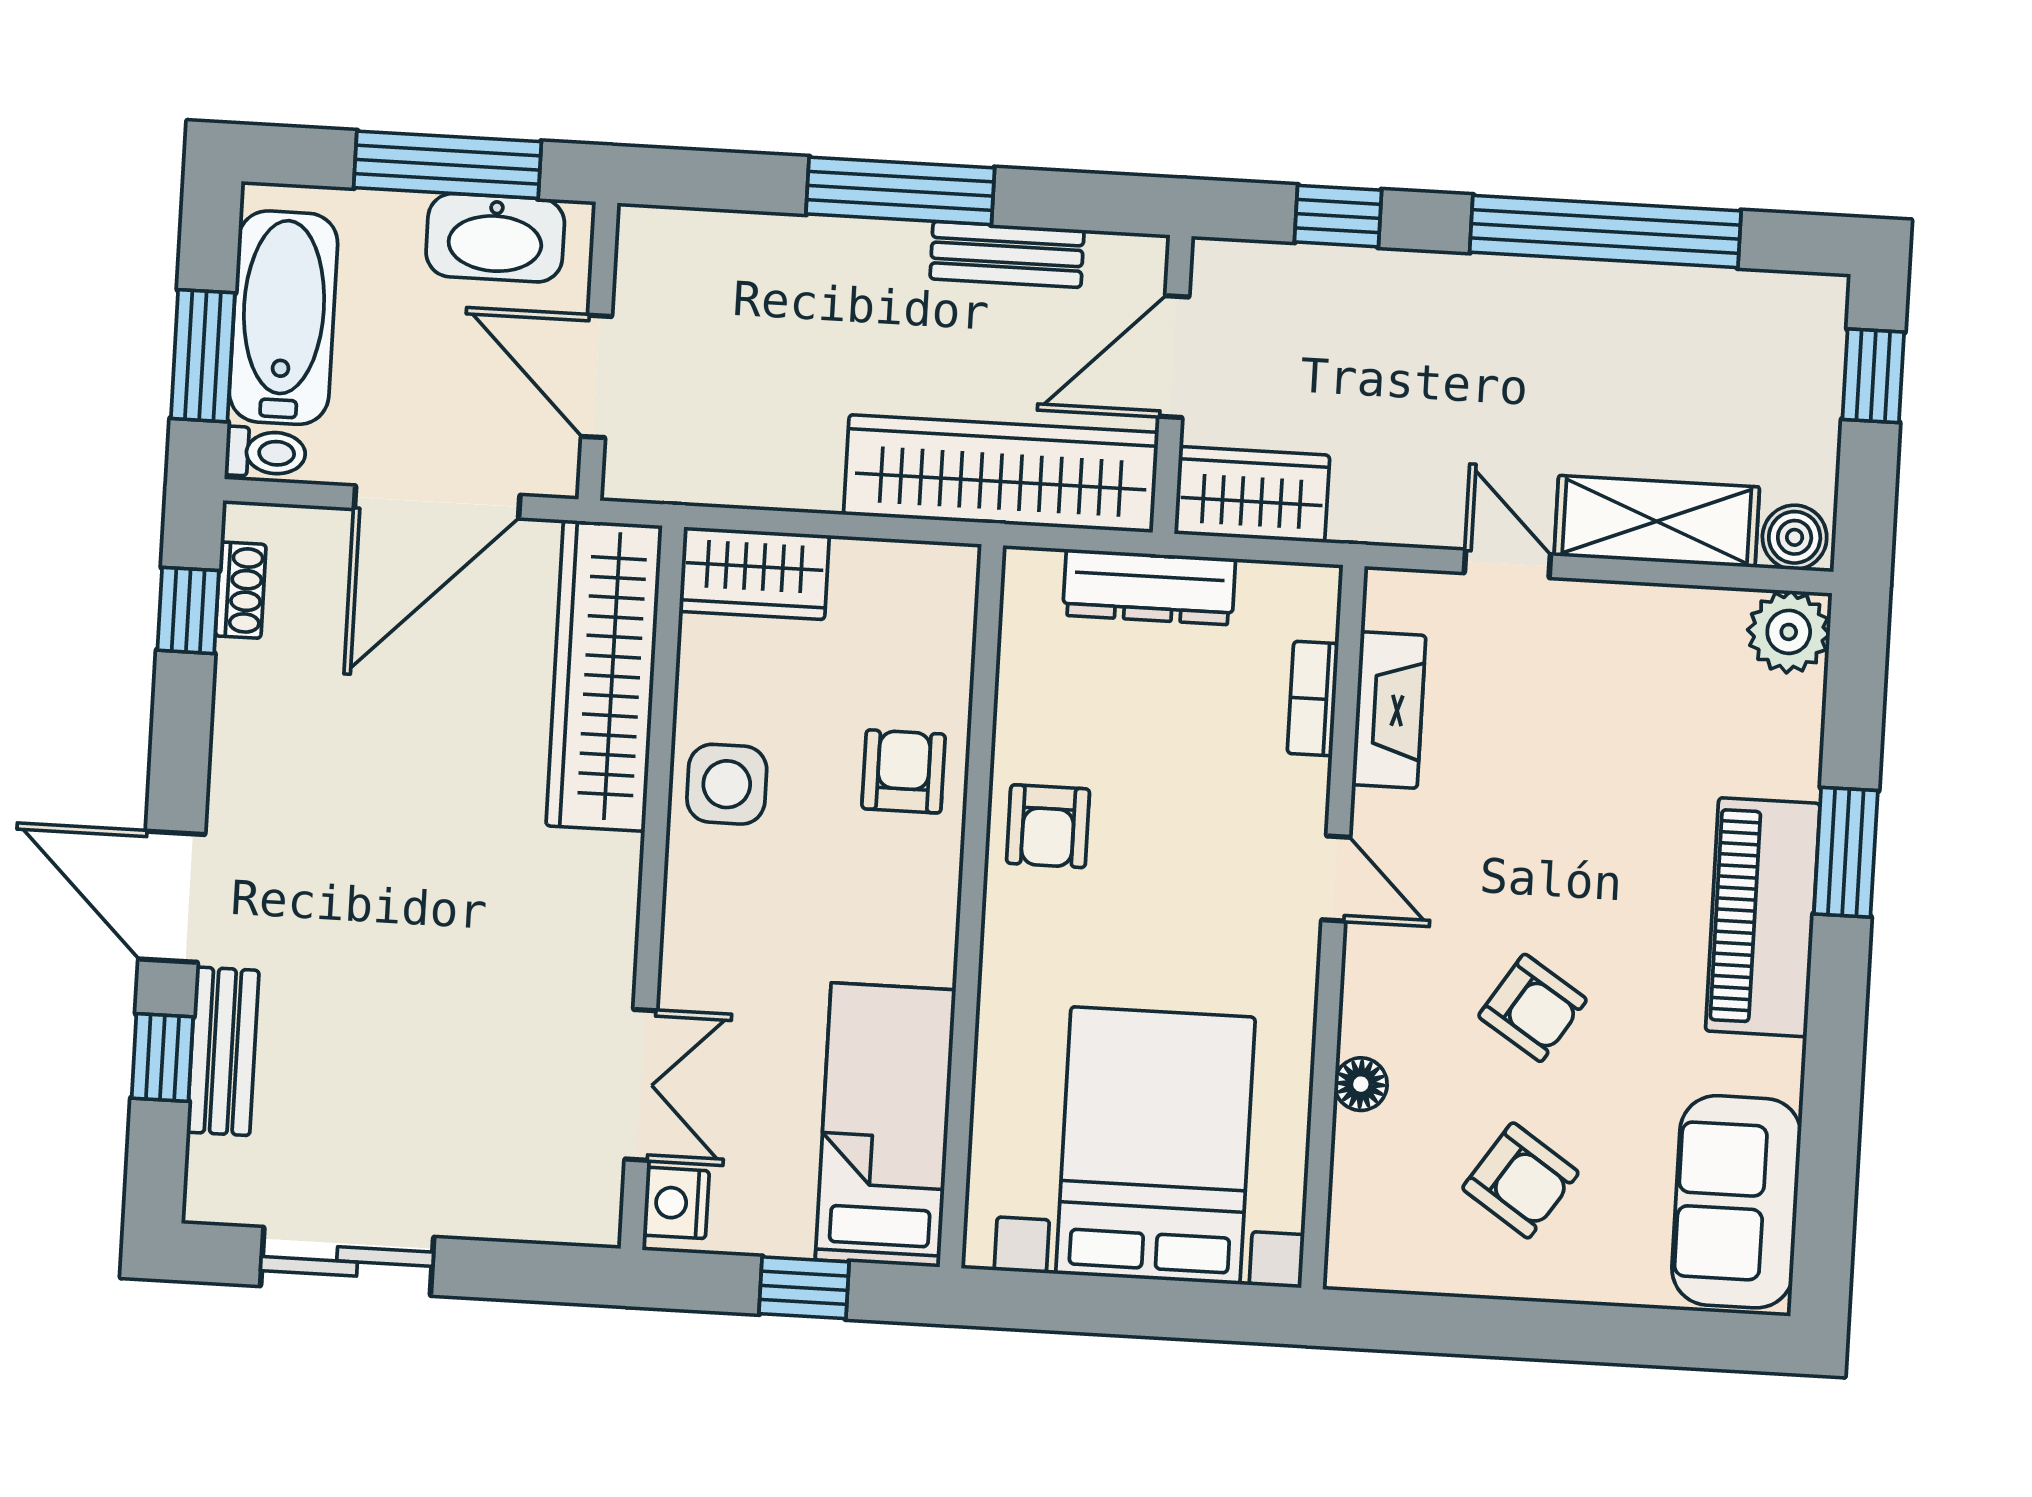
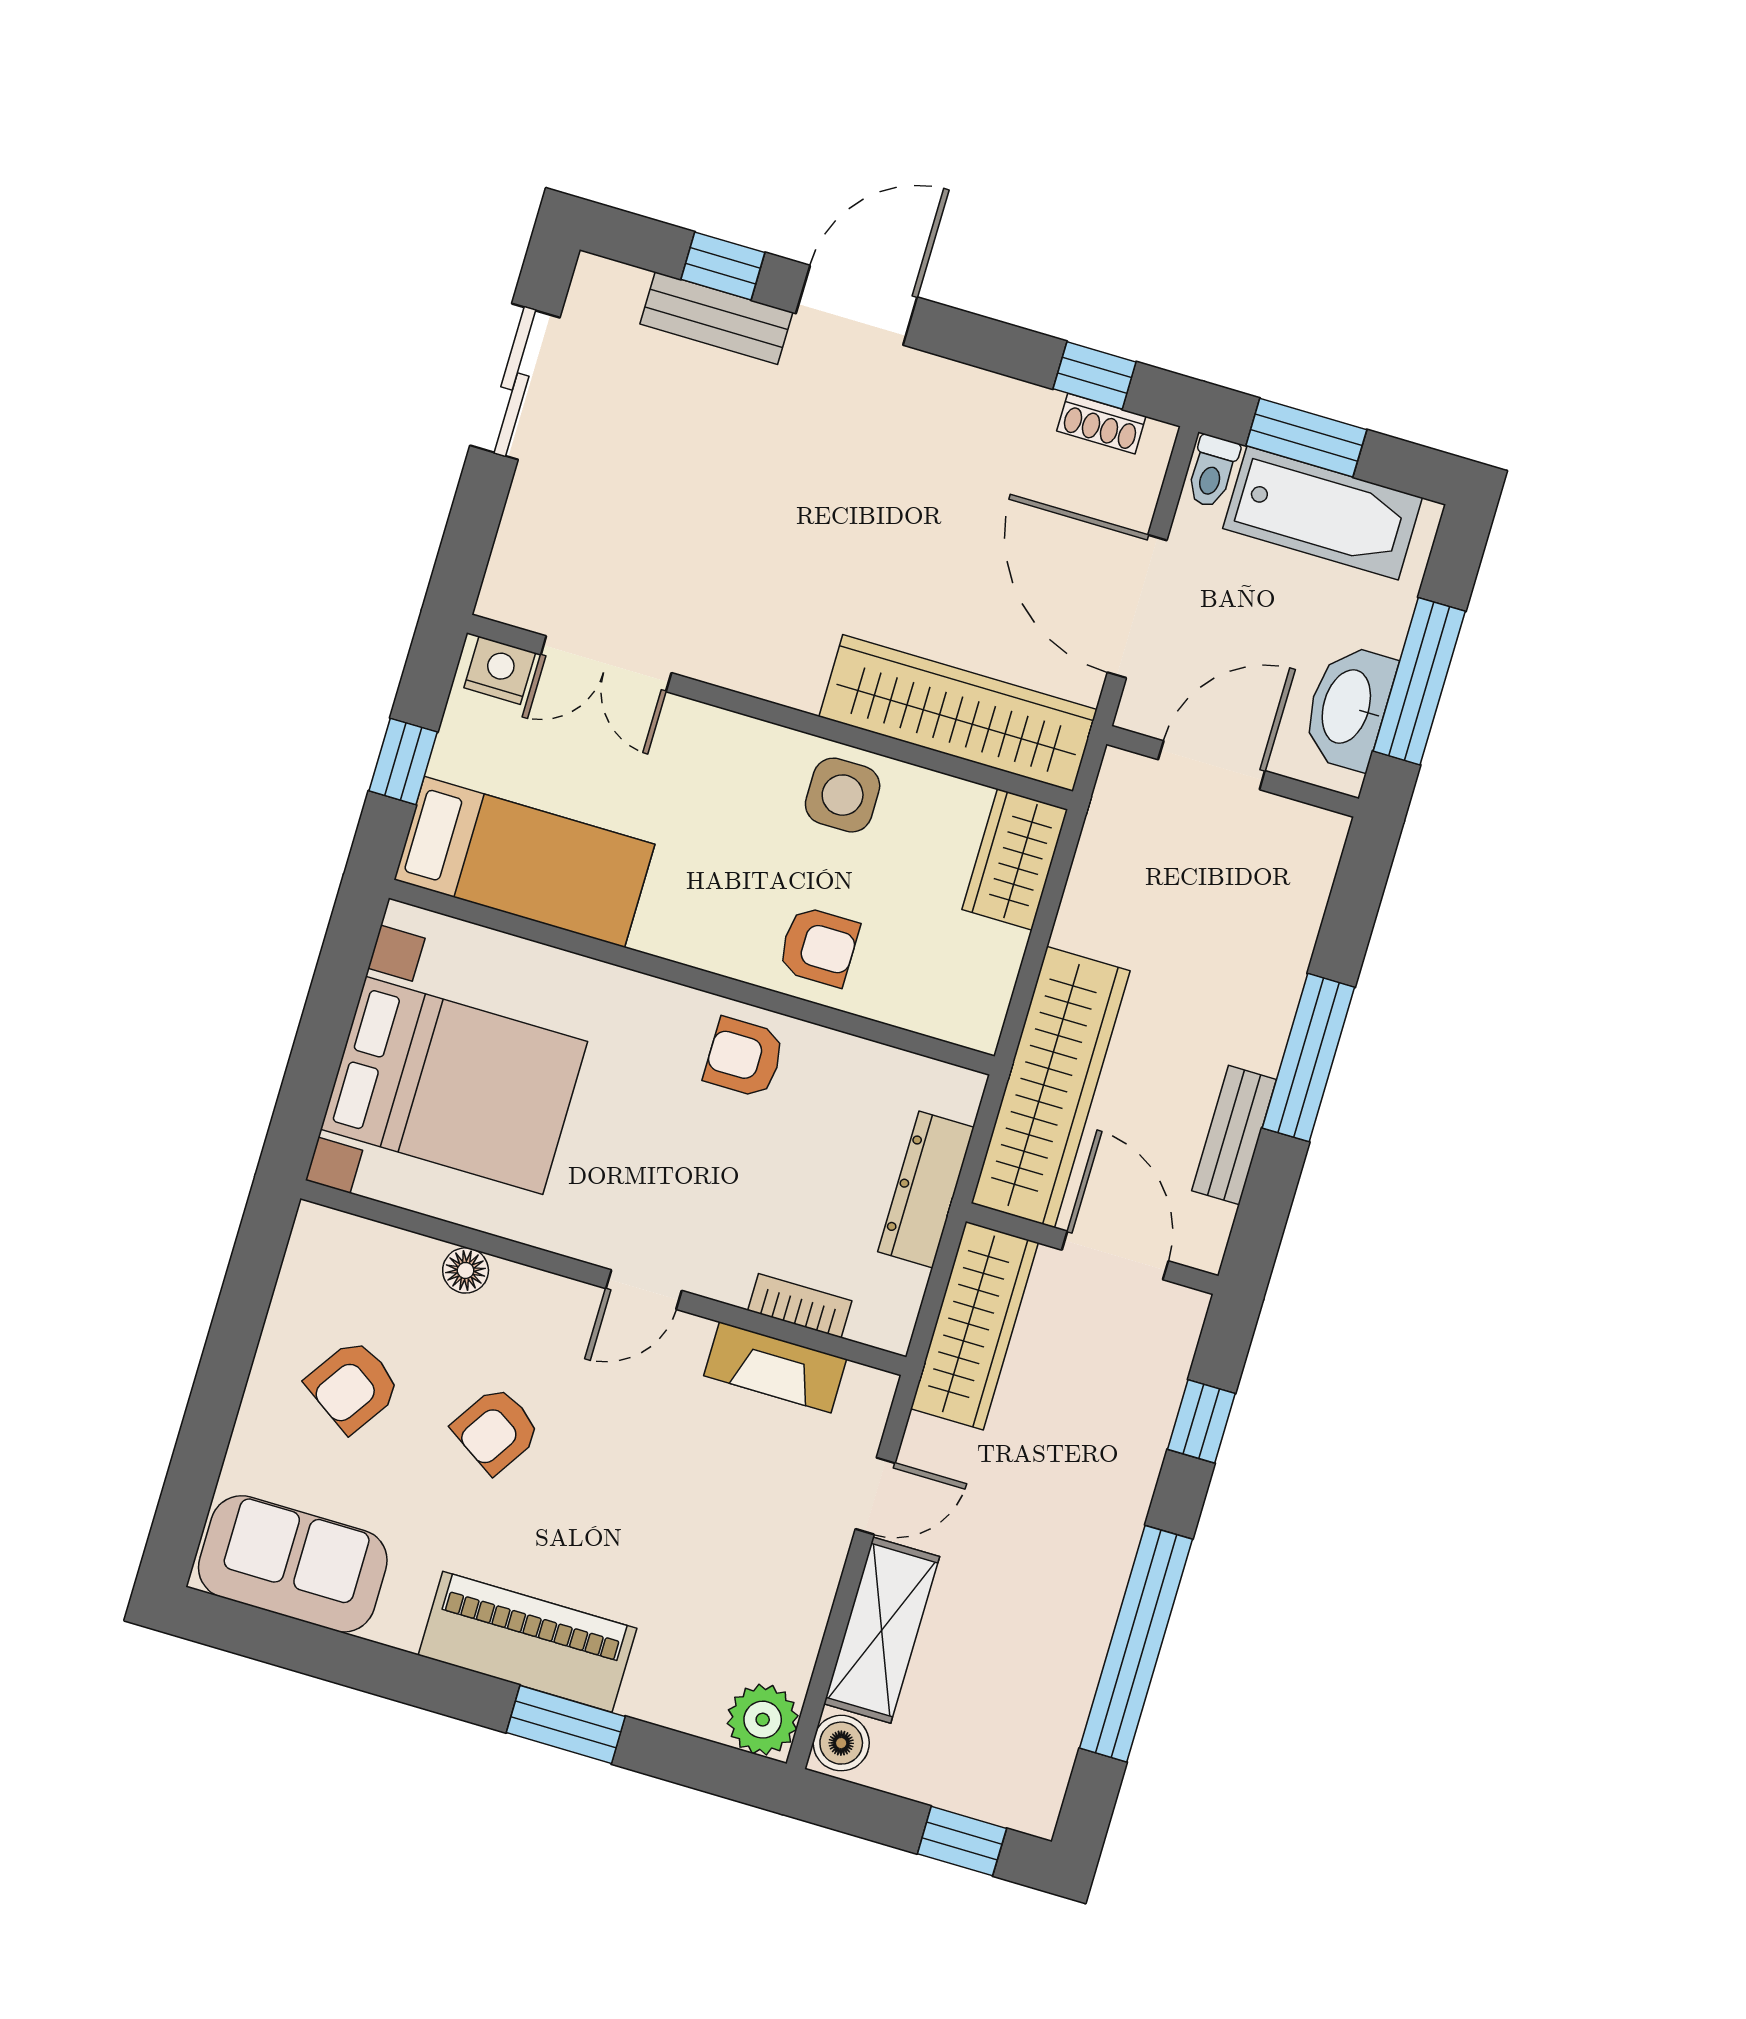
wardrobe: (1252, 494) -> (974, 1326), width x1.50

